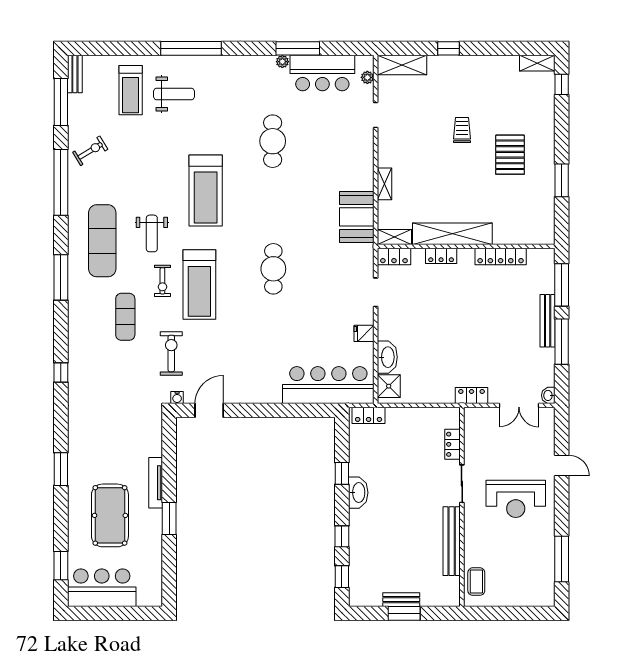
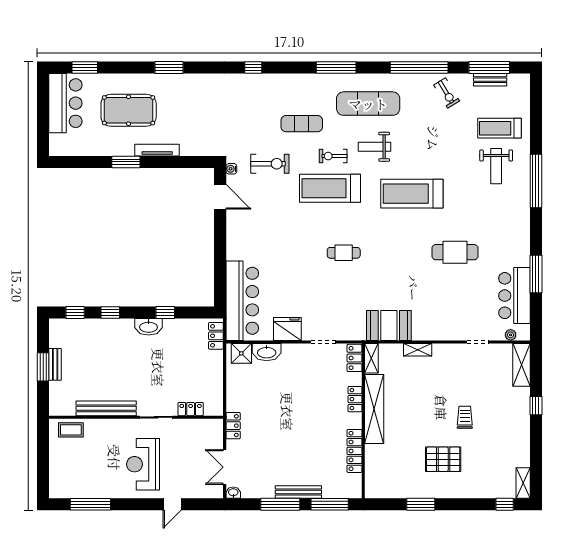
plant: (282, 62) -> (524, 261), removed
bench: (75, 74) -> (490, 80), moved
trolley: (462, 130) -> (465, 417), turned -90
cafe table: (273, 269) -> (344, 253), width x0.73, depth x0.74
fridge: (364, 333) -> (287, 329), width x1.88, depth x1.34

